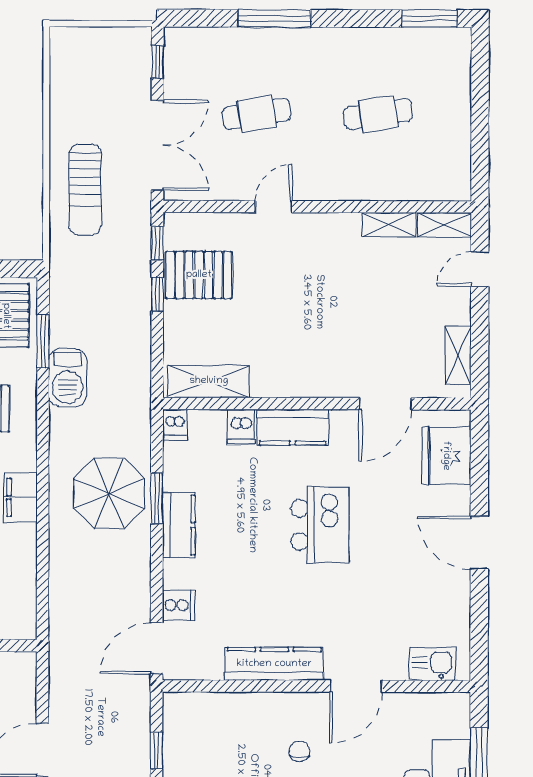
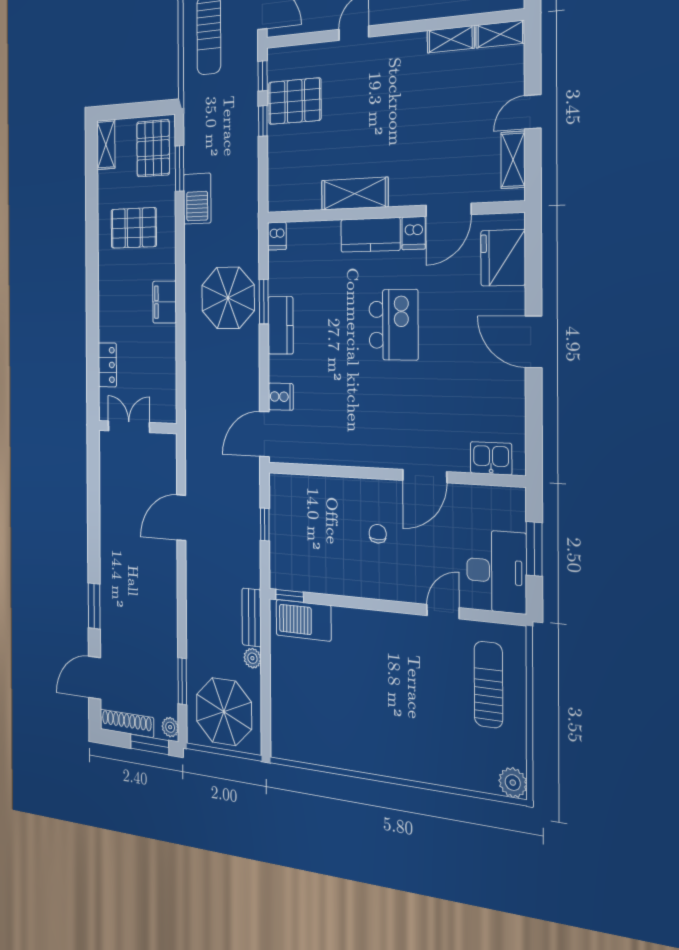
door: (480, 269) -> (533, 112), moved
shelving: (209, 381) -> (355, 194), moved
dishwasher: (241, 427) -> (414, 233), moved
kitchen counter: (274, 664) -> (357, 452), removed

